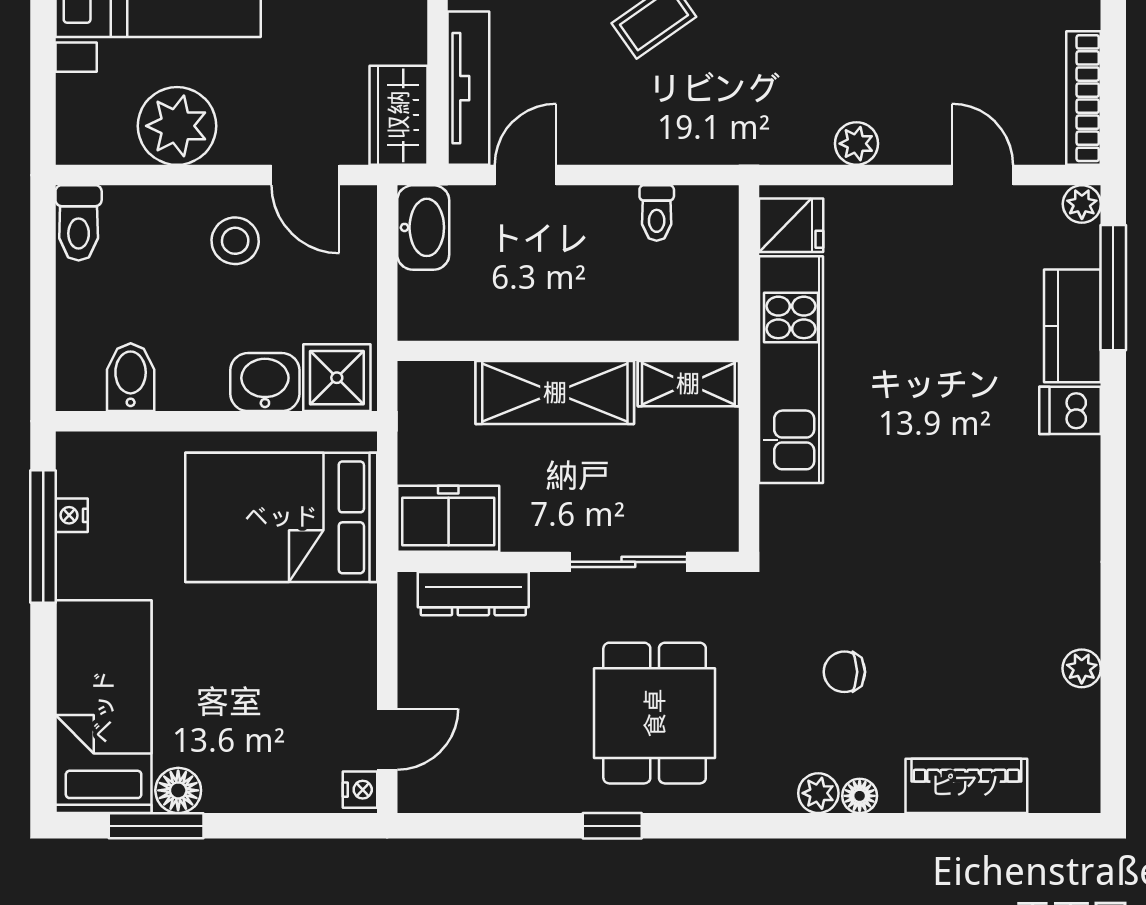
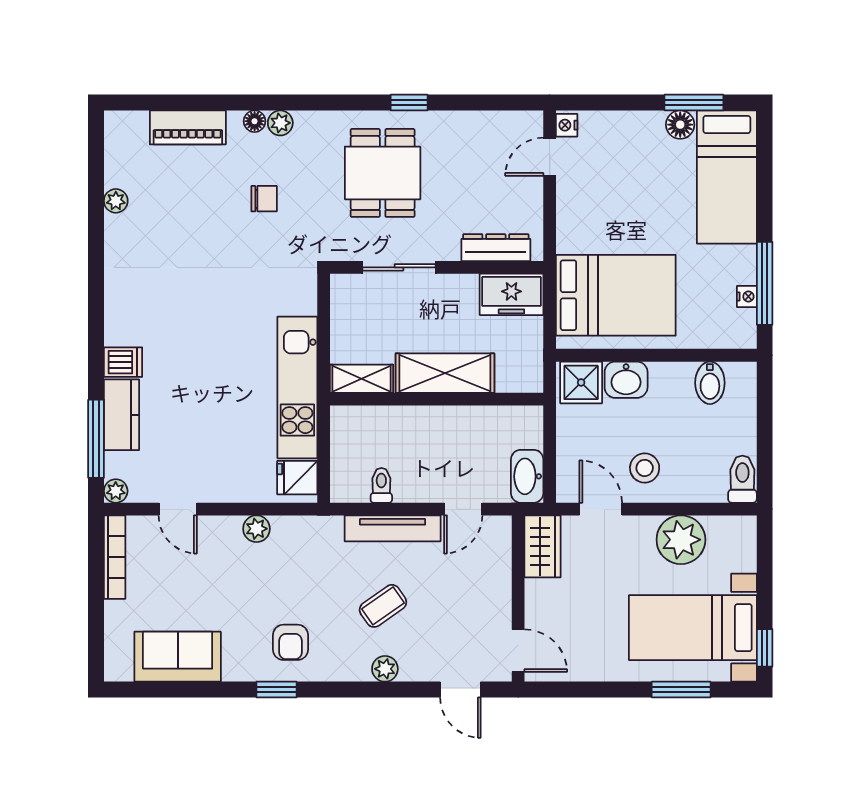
tv unit: (468, 88) -> (393, 528), moved, turned -90

